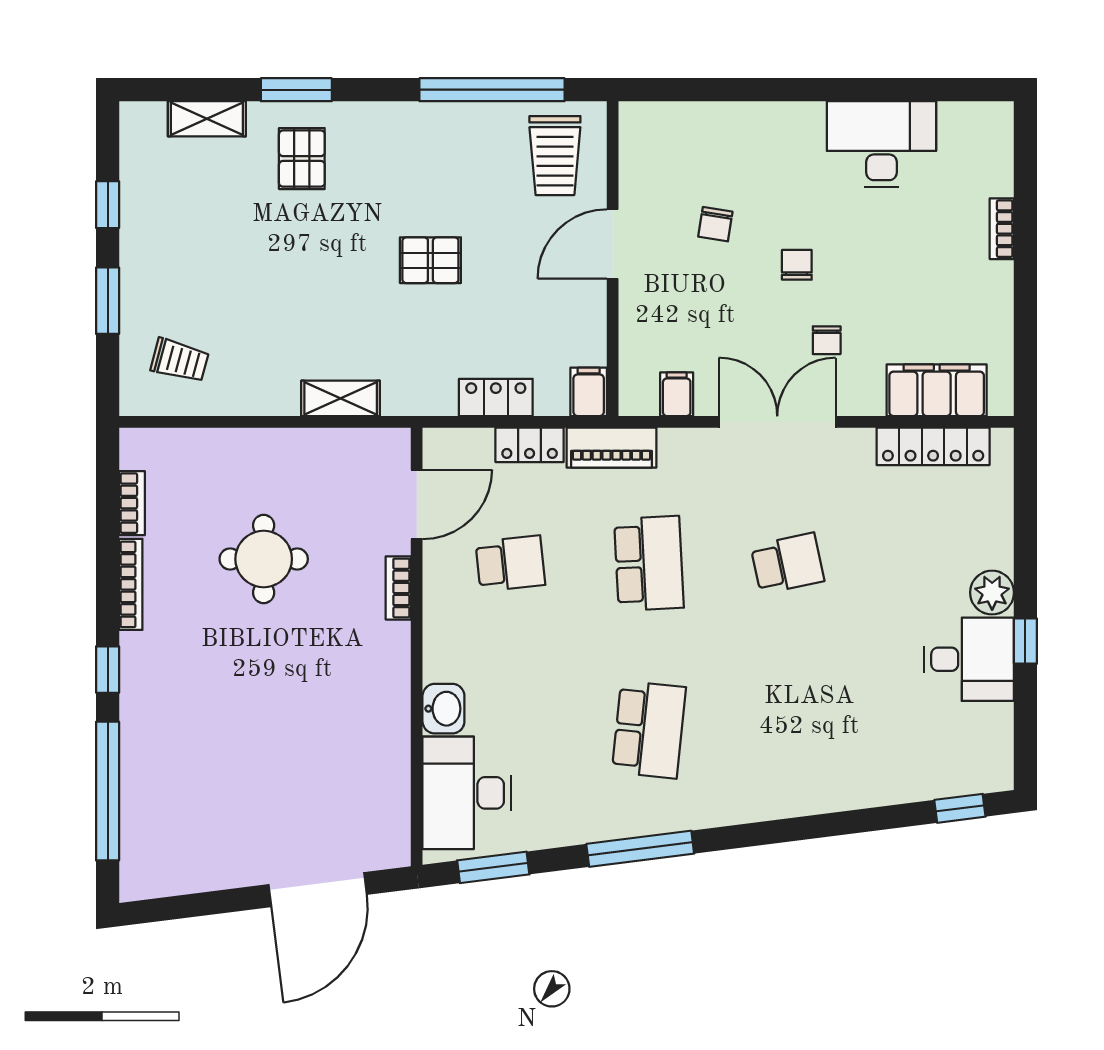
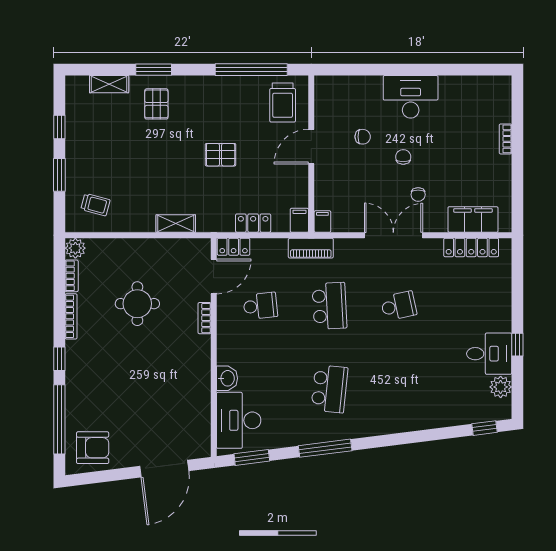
desk: (881, 144) -> (411, 97), moved
chair: (715, 224) -> (363, 137), turned -99
filing cabinet: (677, 394) -> (322, 221), moved
locker: (530, 445) -> (234, 247), moved
plant: (139, 448) -> (75, 248), added
plant: (992, 593) -> (501, 387), moved
armchair: (174, 848) -> (93, 448), added

